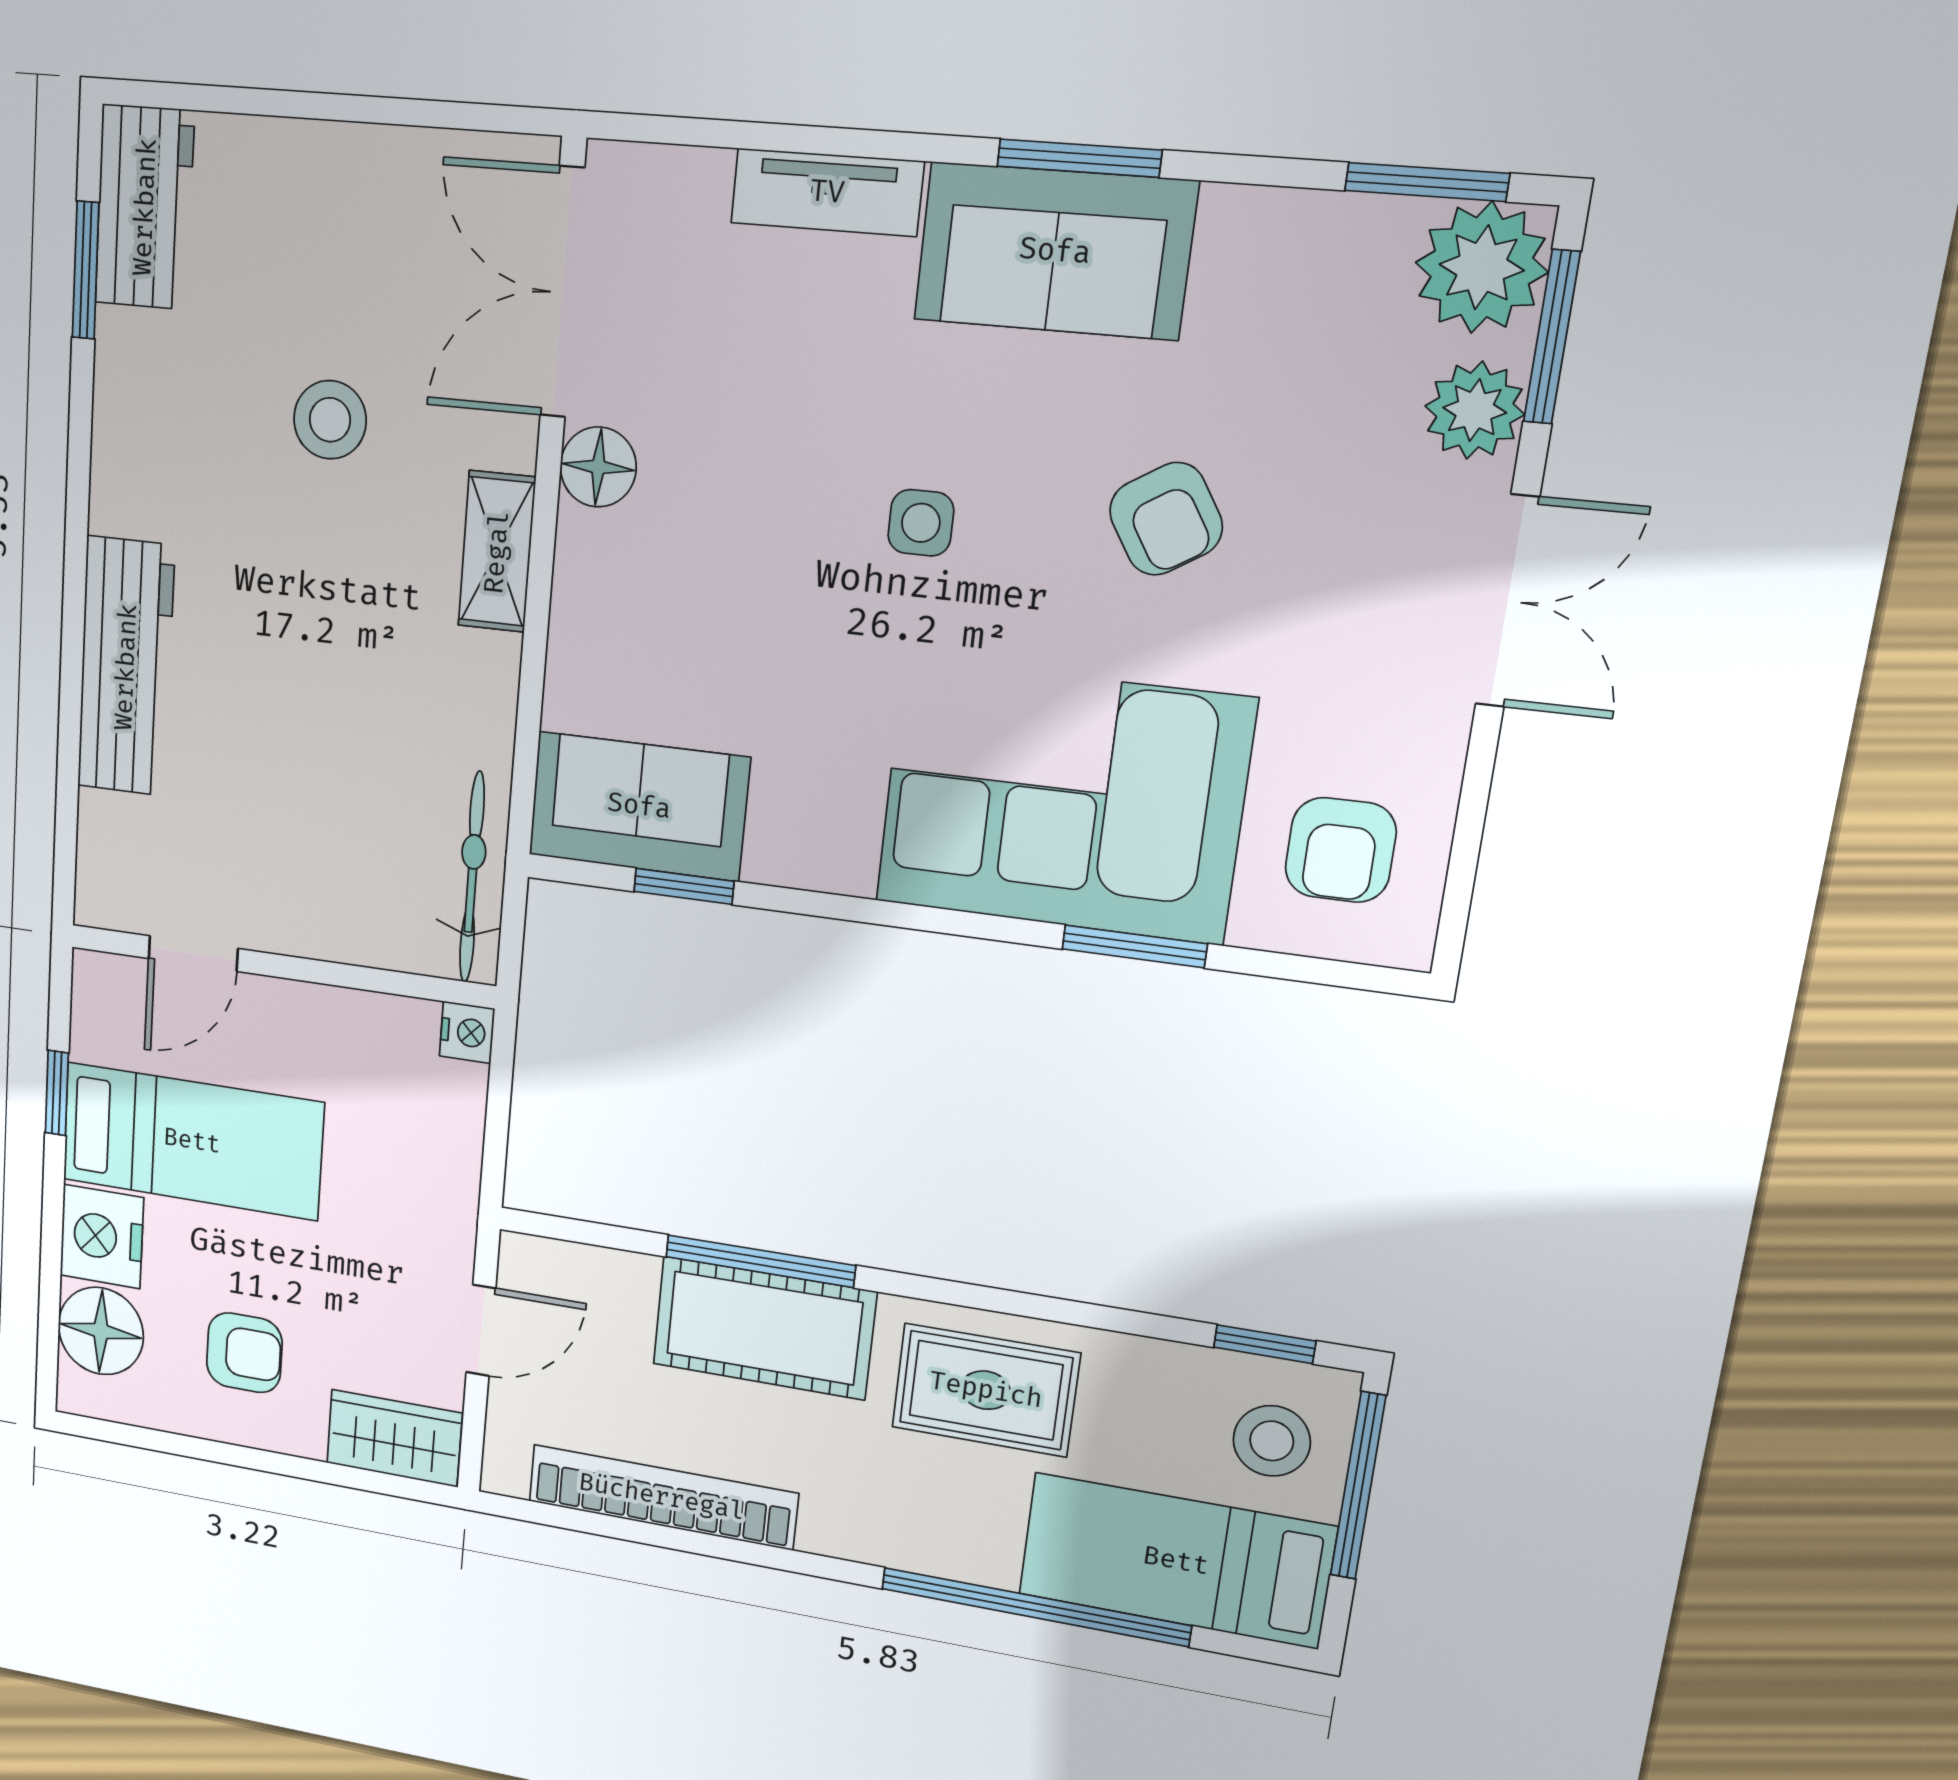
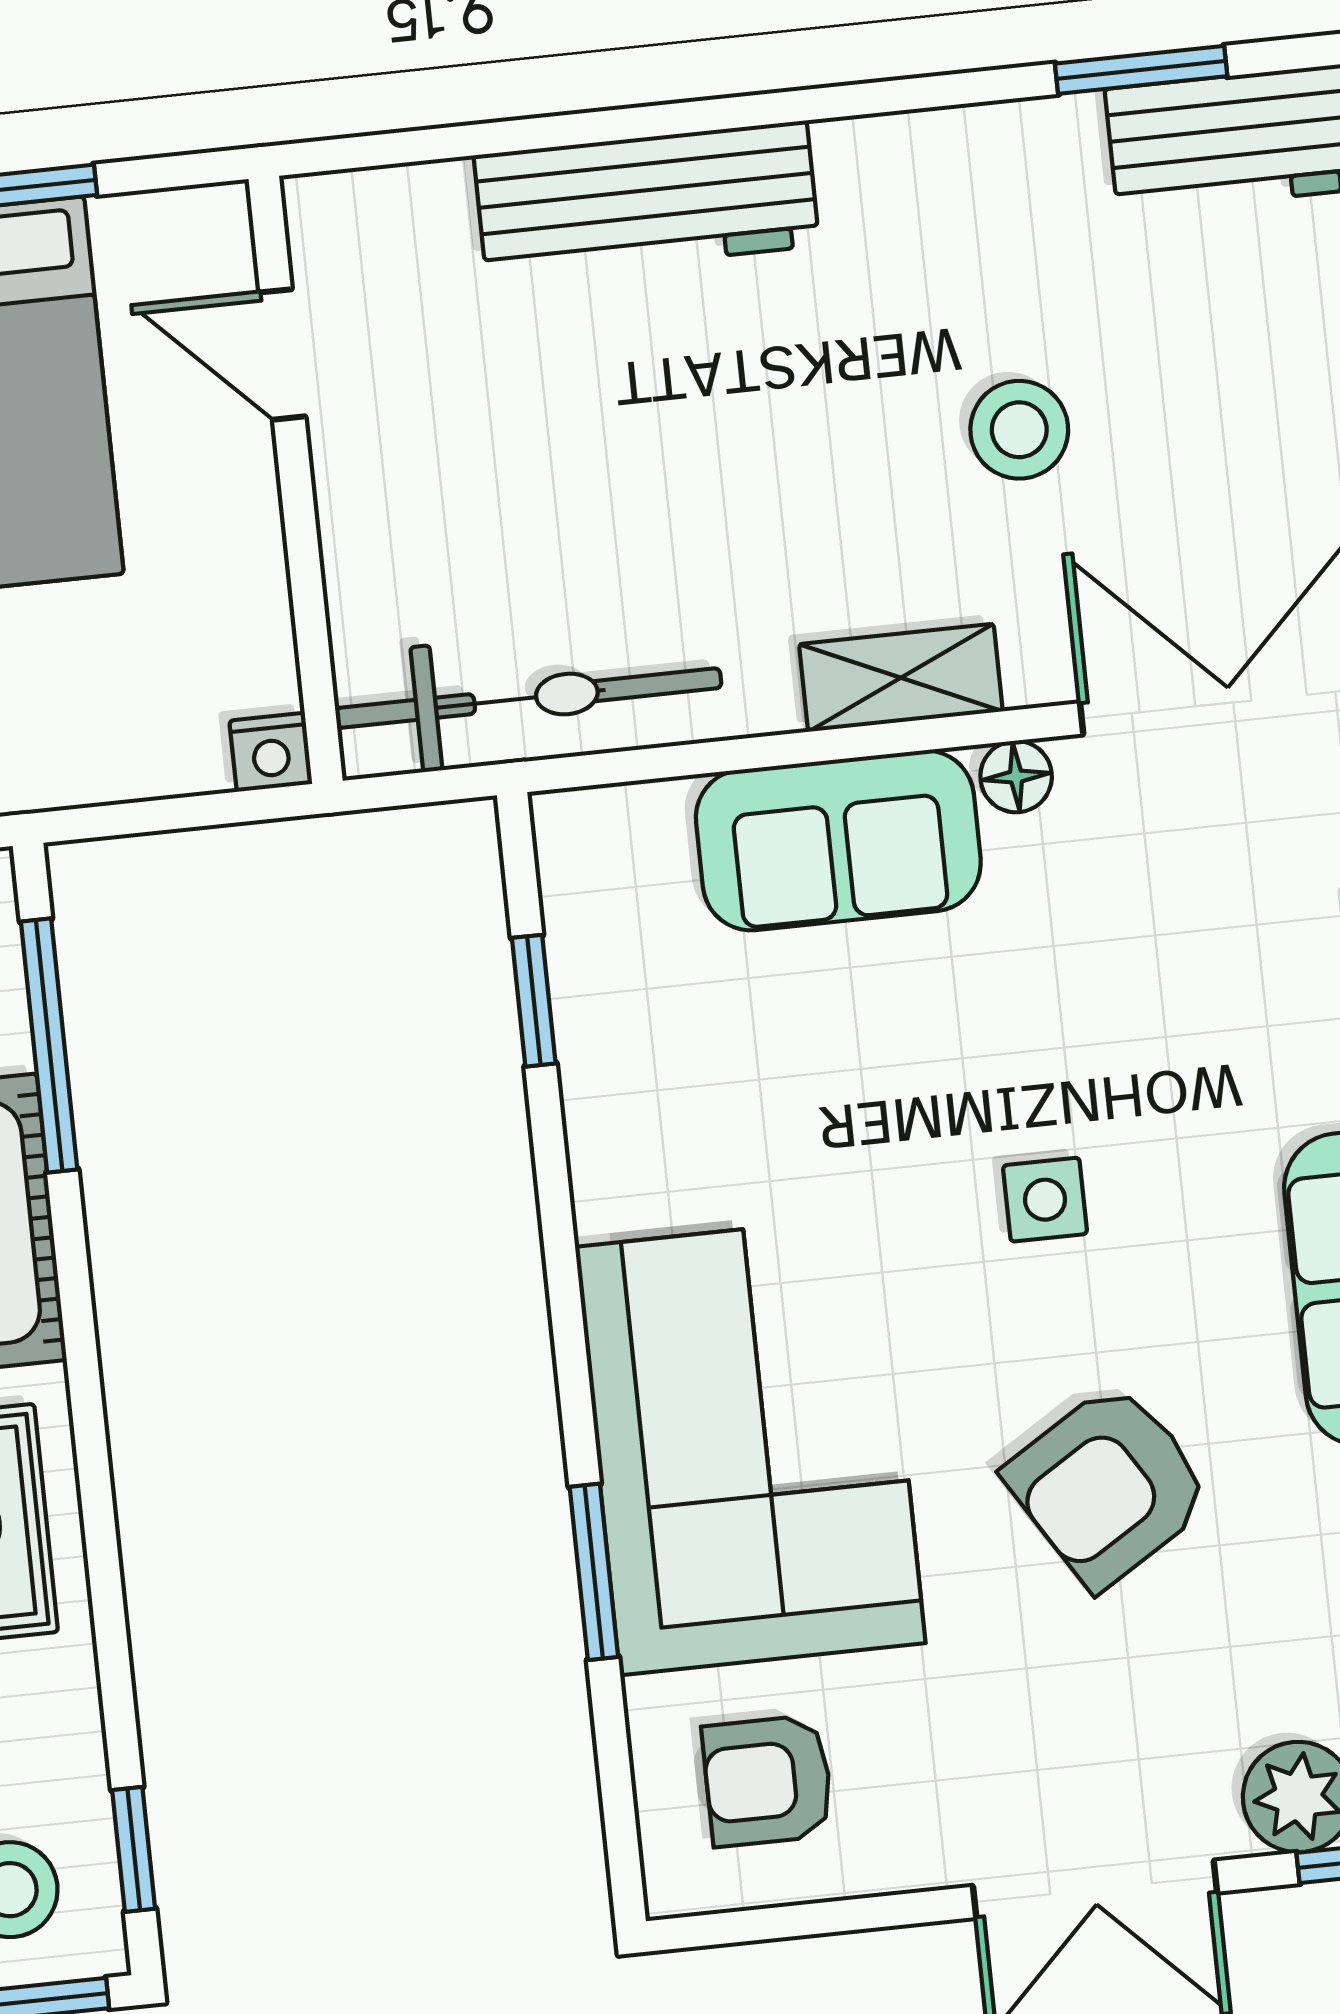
floor lamp: (598, 467) -> (1016, 777), width x0.73, depth x0.73
armchair: (1166, 519) -> (1108, 1485), width x1.38, depth x1.38
sofa: (639, 806) -> (838, 840), moved, turned 90
bicycle: (472, 877) -> (528, 698), width x1.37, depth x1.40
window: (760, 1261) -> (49, 1045), moved

